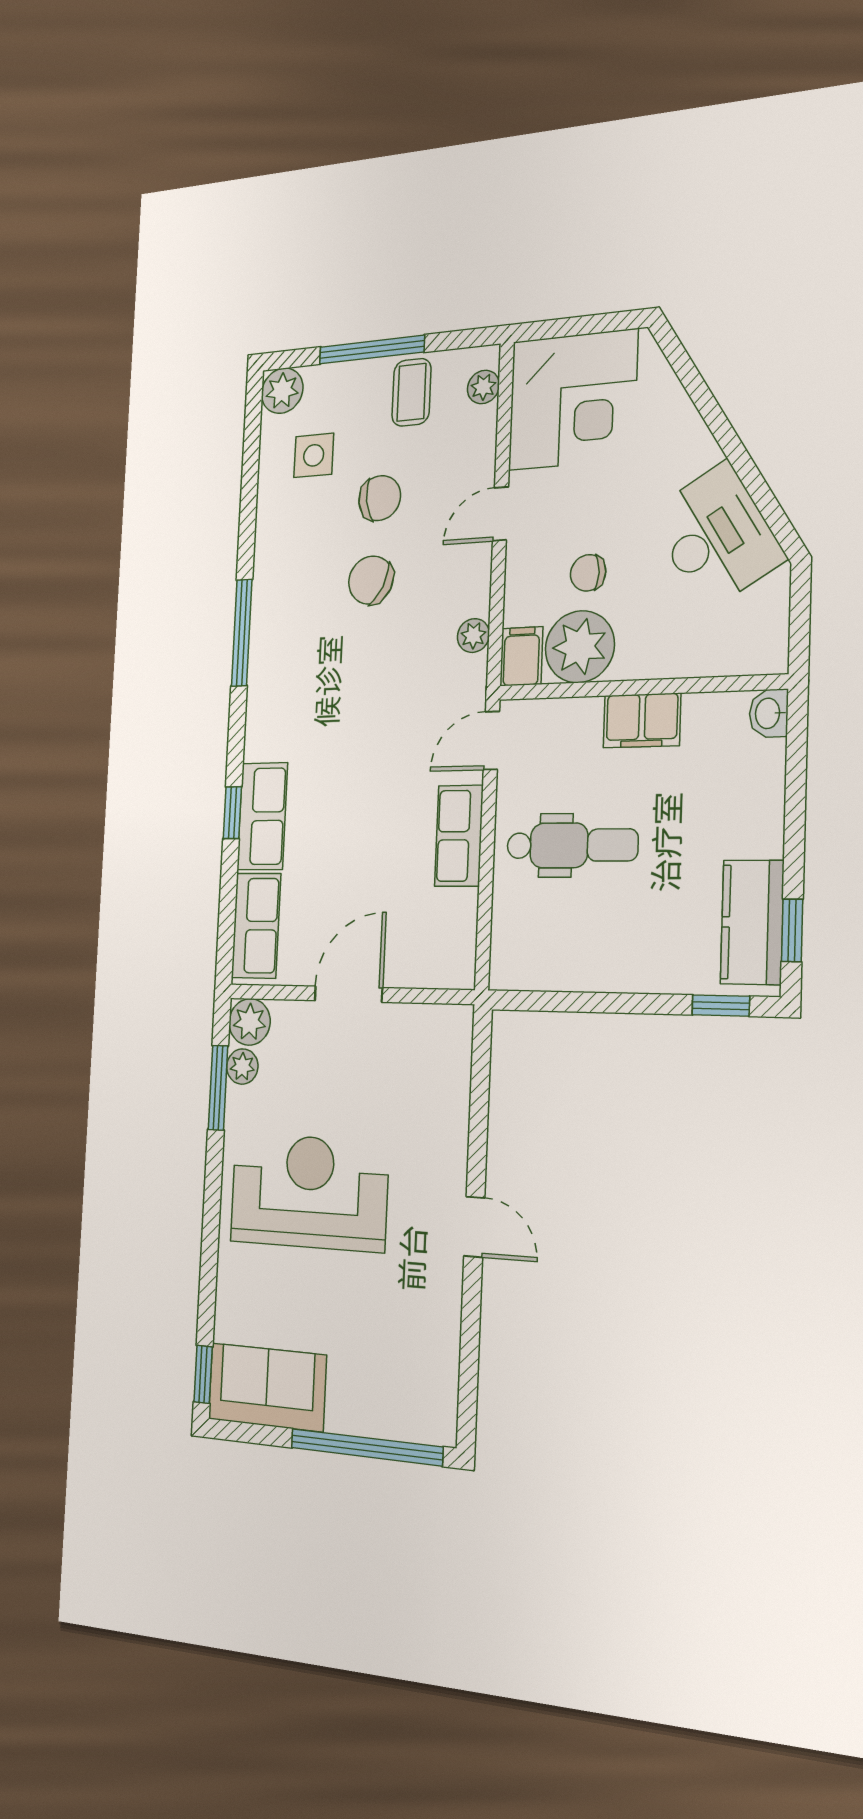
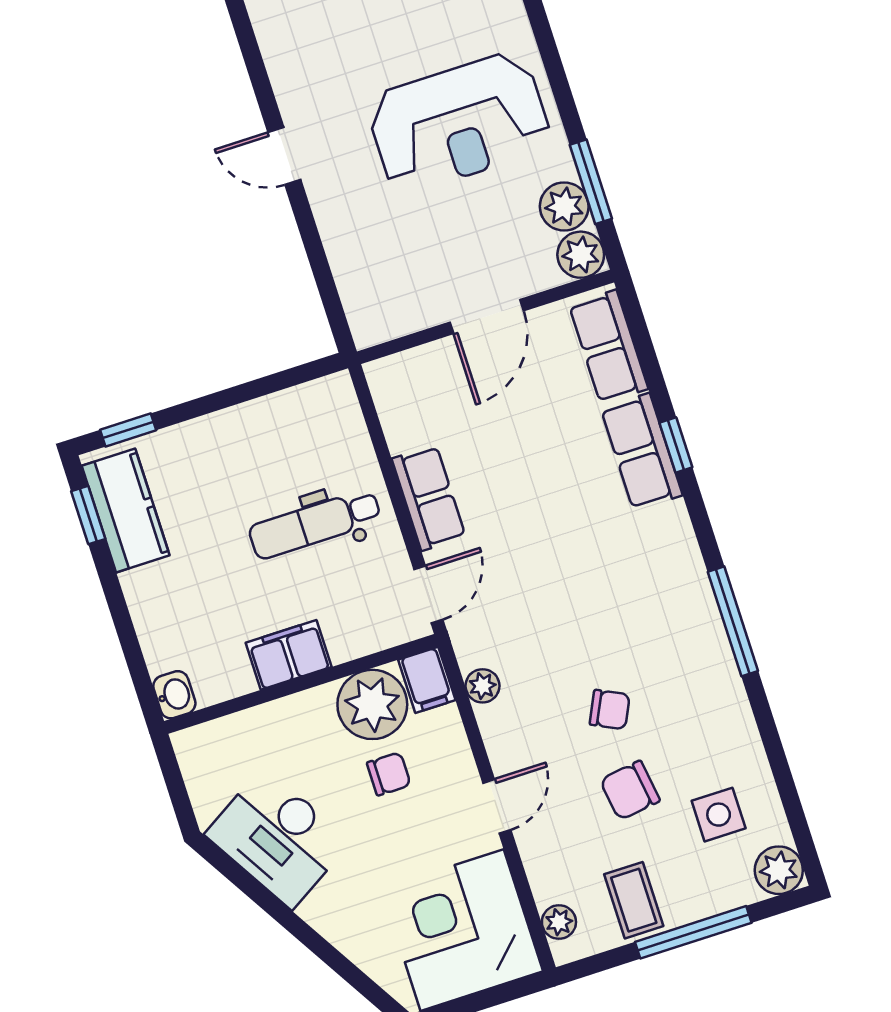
chair: (371, 580) -> (610, 710), width x0.73, depth x0.73
plant: (242, 1067) -> (564, 207), width x1.38, depth x1.38

